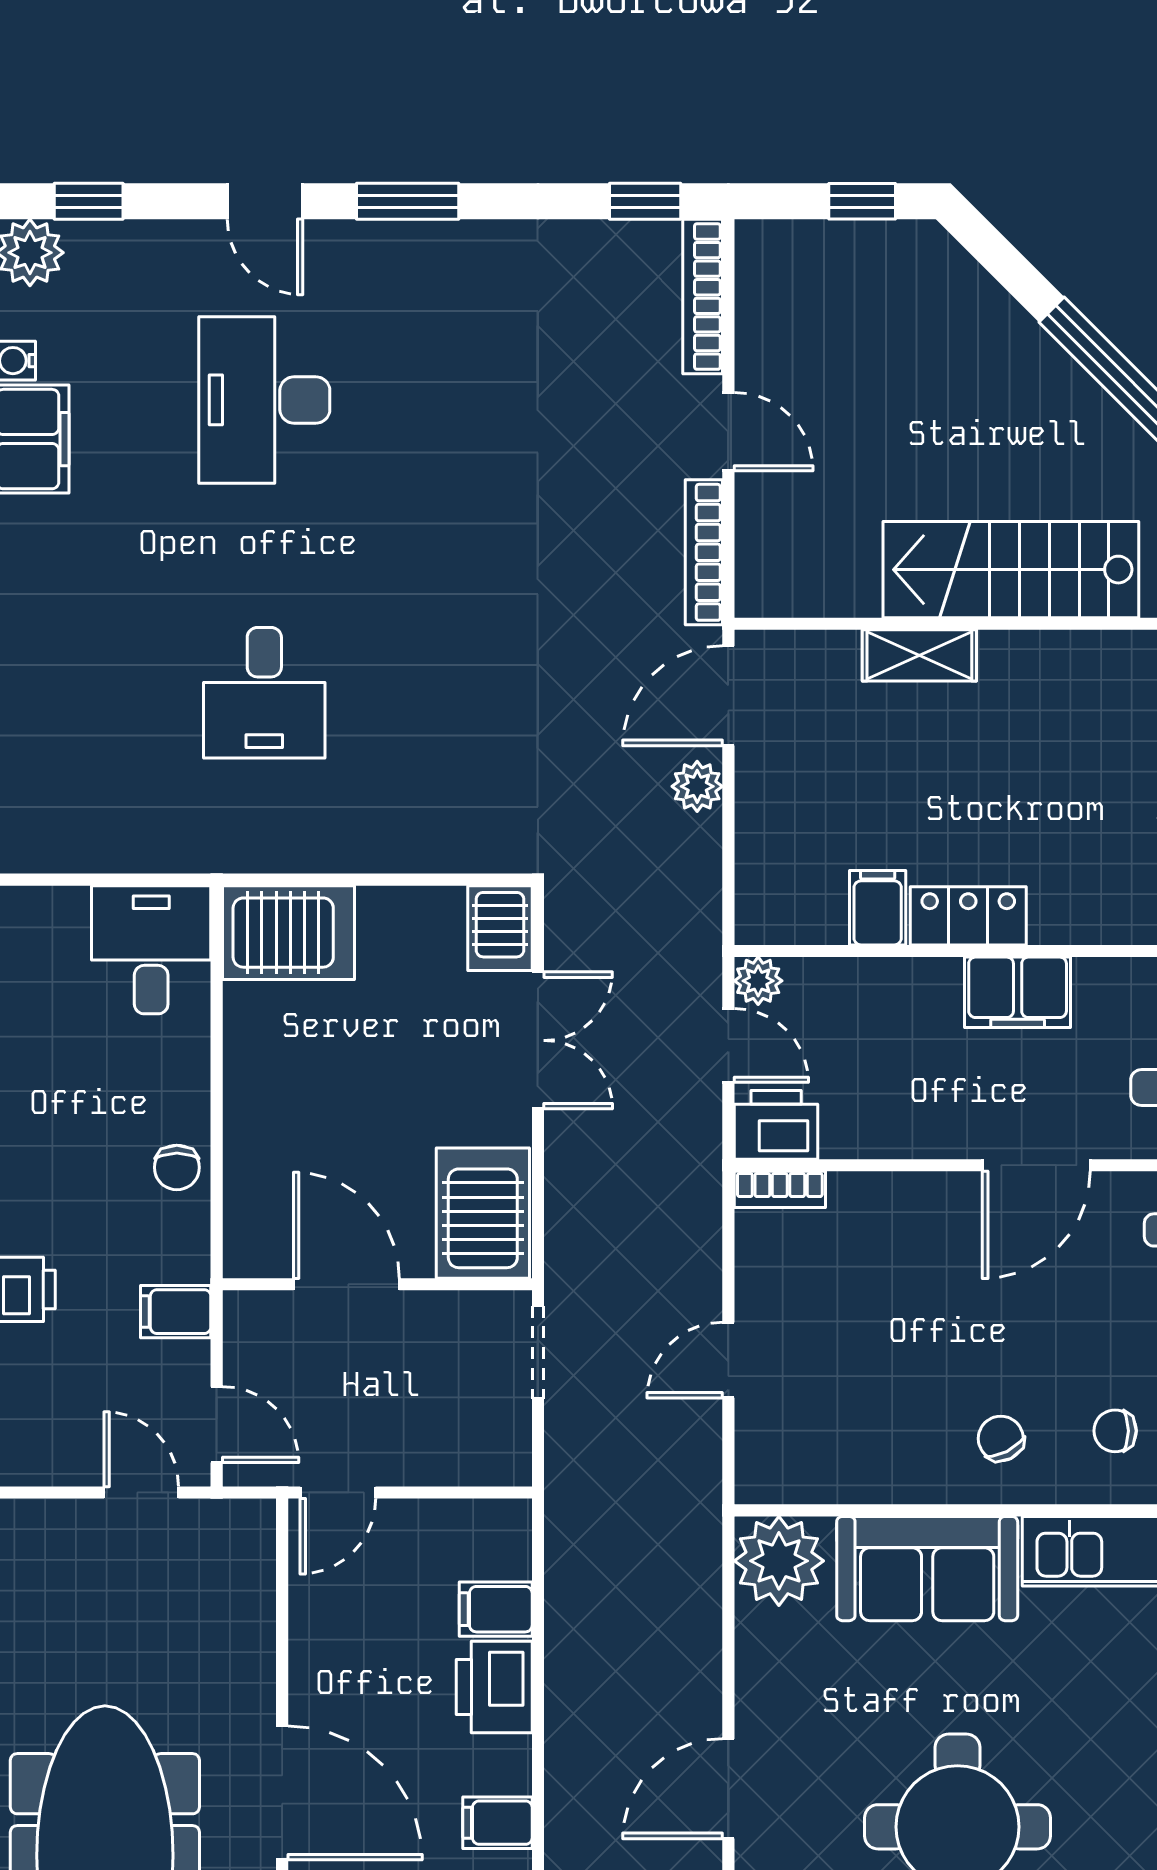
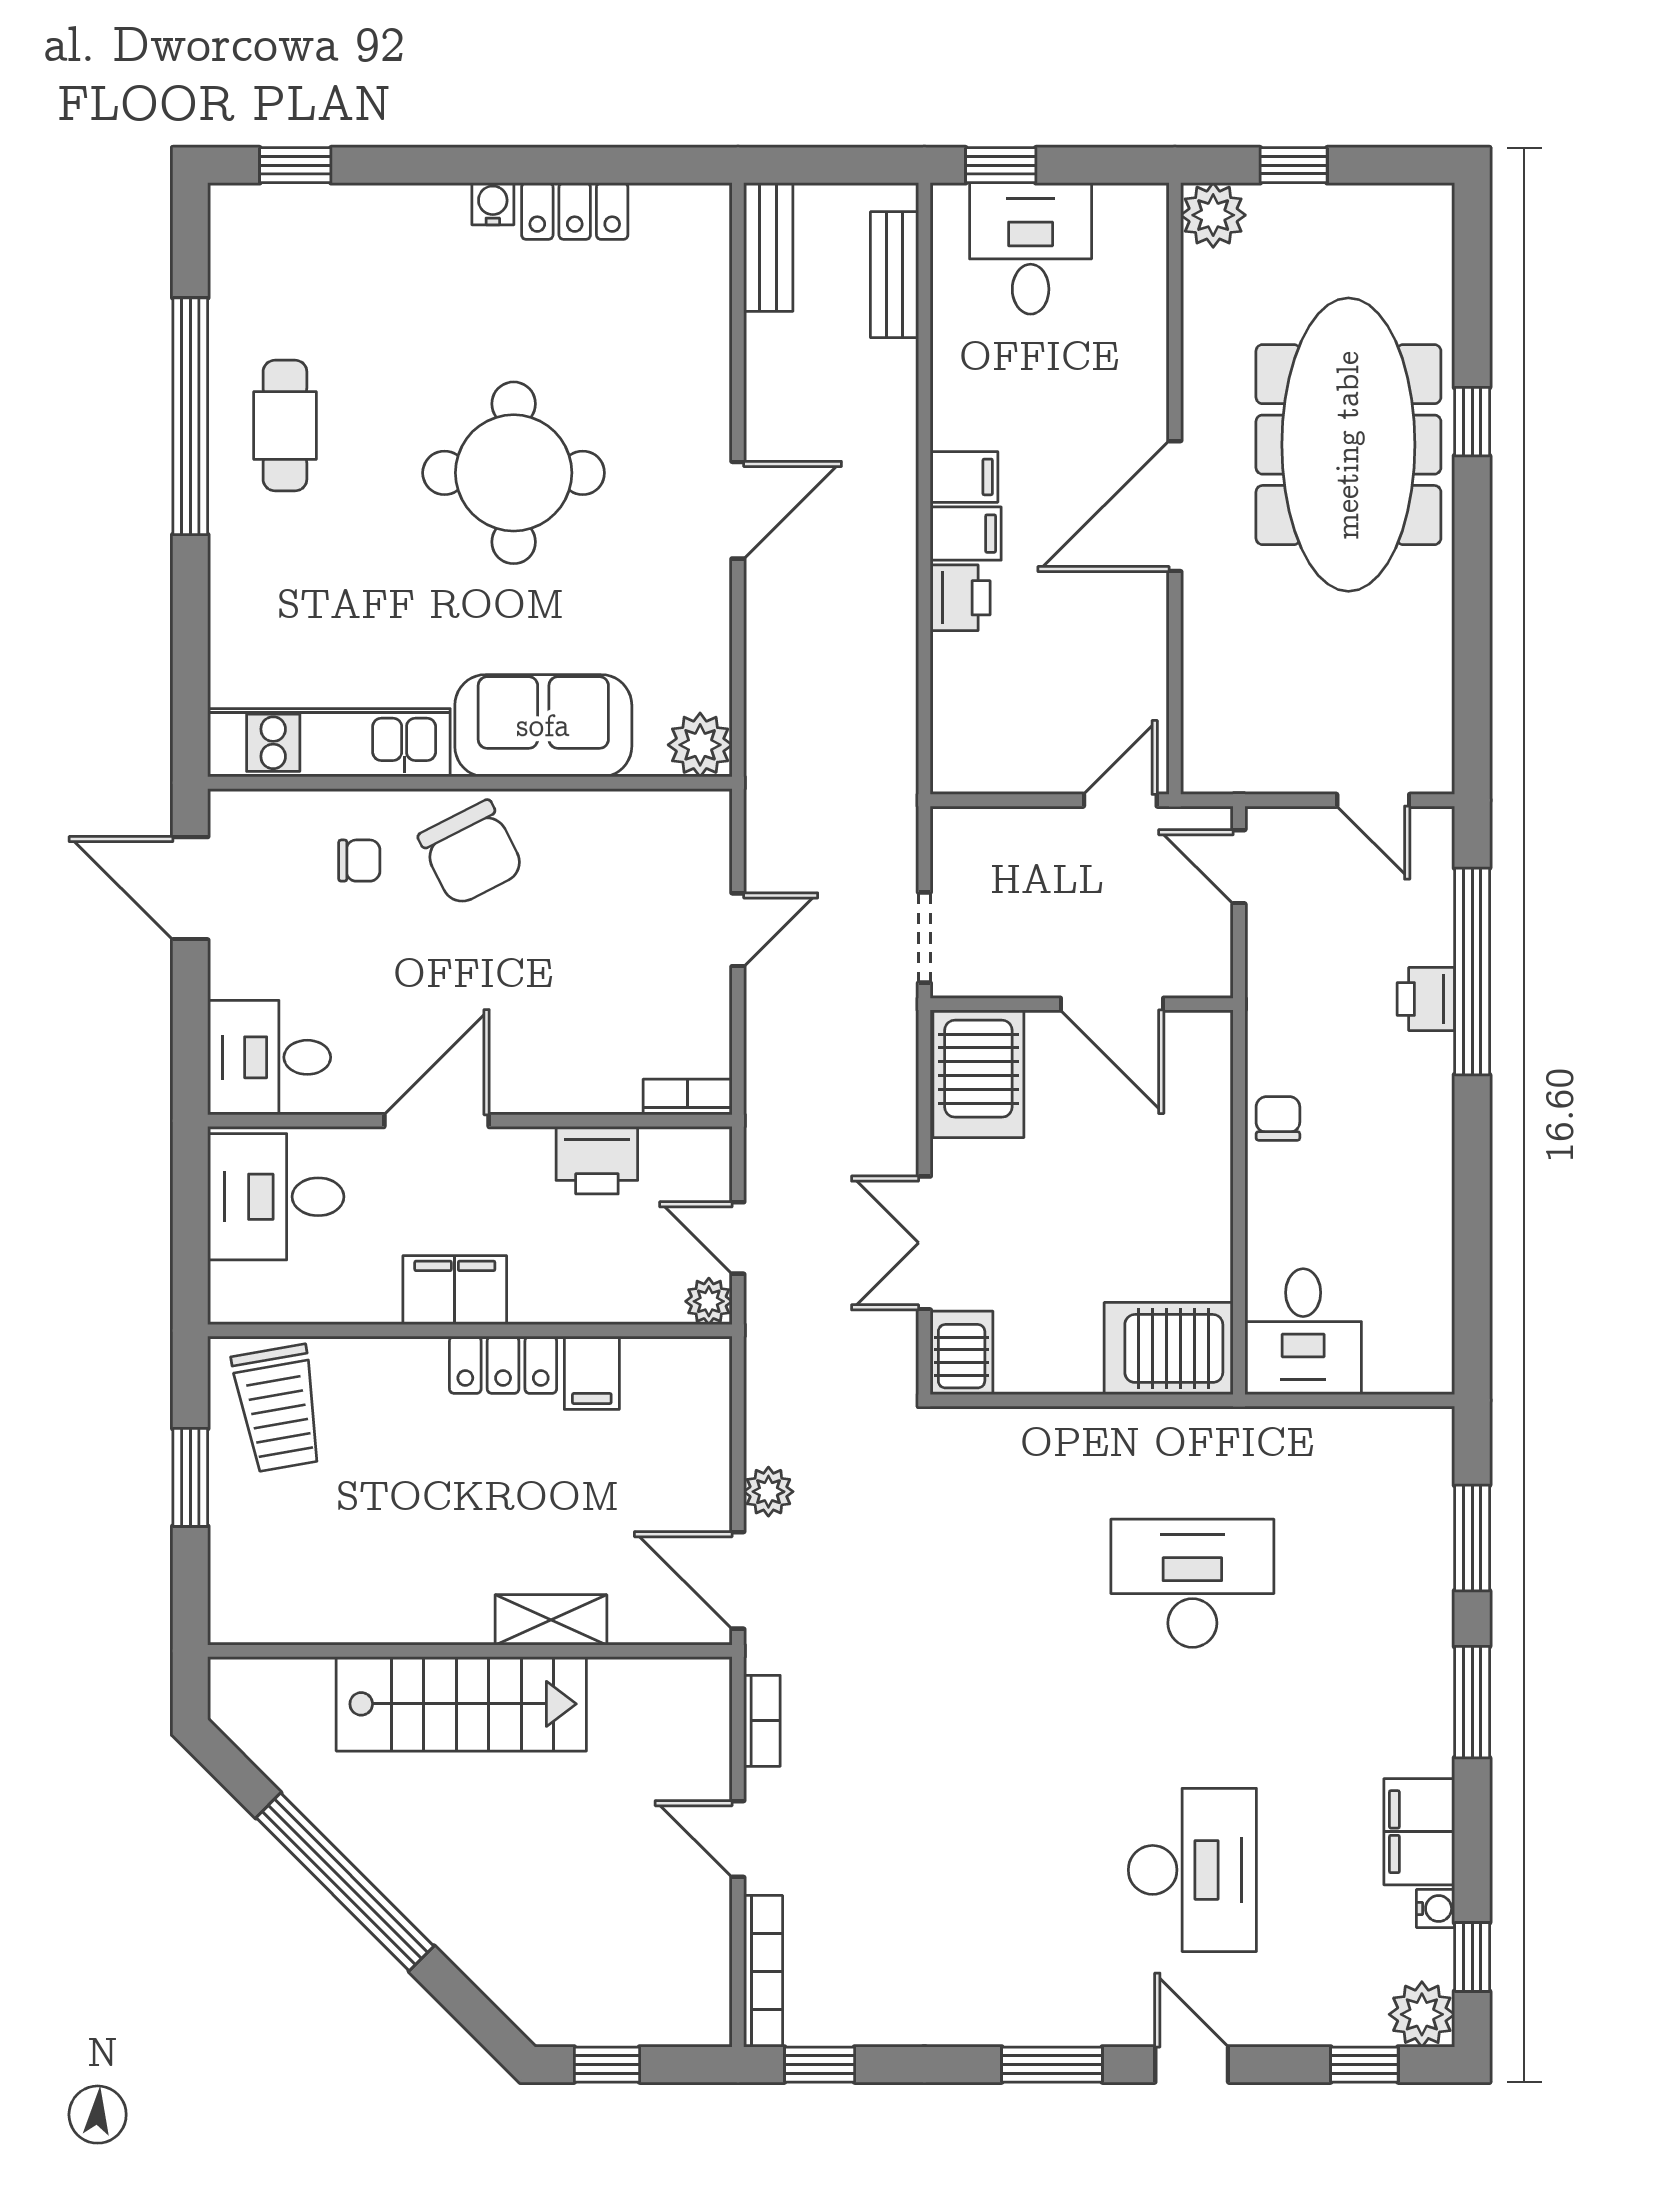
bookcase: (704, 552) -> (762, 1721), width x0.64
desk: (264, 693) -> (1192, 1583), width x1.37
door: (728, 696) -> (738, 1580), swing flipped
printer: (776, 1125) -> (597, 1160), moved
filing cabinet: (176, 1312) -> (1279, 977), removed
chair: (1001, 1439) -> (471, 853), width x1.87, depth x1.87
door: (141, 1492) -> (1373, 800), moved
plant: (779, 1561) -> (700, 745), width x0.73, depth x0.73
filing cabinet: (496, 1609) -> (966, 534), moved
printer: (494, 1687) -> (960, 598), width x0.73, depth x0.81
door: (282, 1793) -> (1175, 506), hinge flipped

